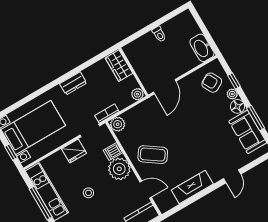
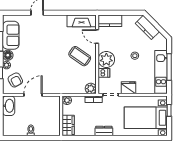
door: (165, 87) -> (33, 95), moved
fireplace: (192, 187) -> (82, 21), moved

